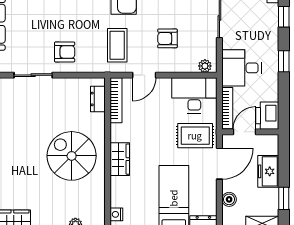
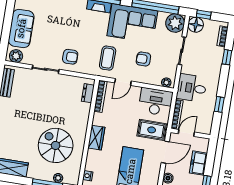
window: (284, 61) -> (219, 104), moved
printer: (267, 116) -> (204, 124), removed
spiral stairs: (72, 156) -> (56, 145), moved

